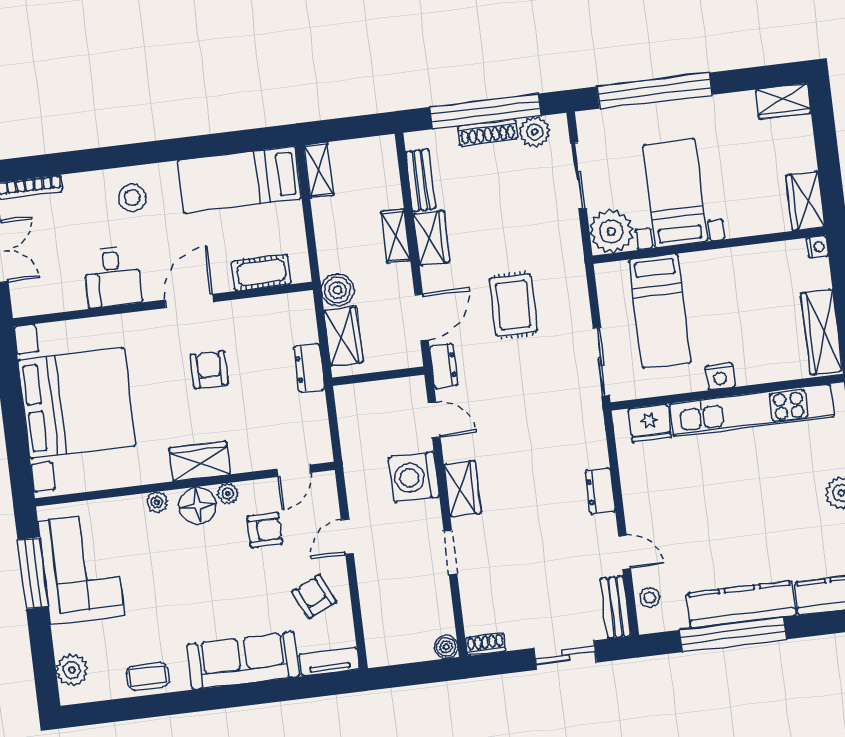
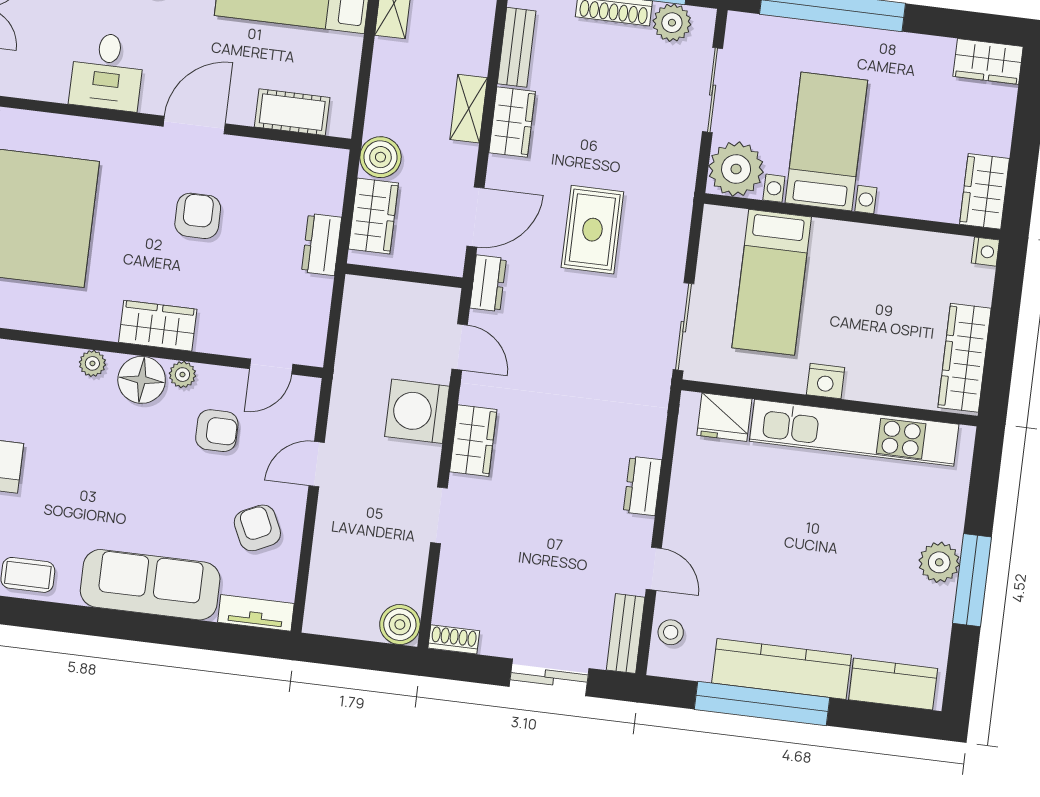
boiler: (446, 647) -> (400, 625), width x1.36, depth x1.36

